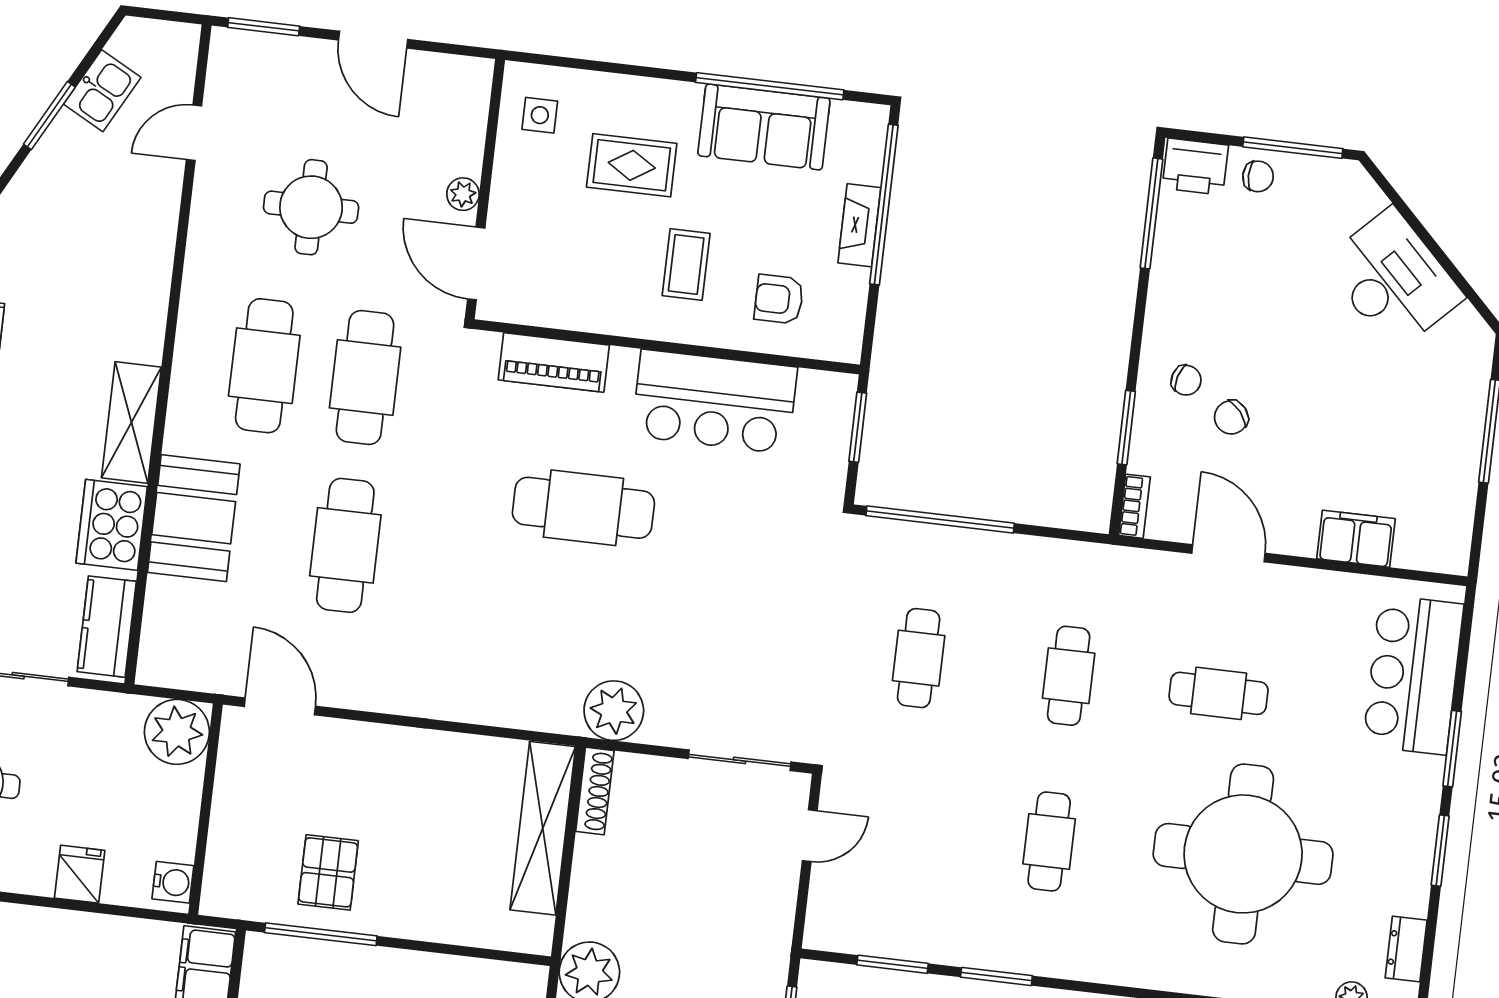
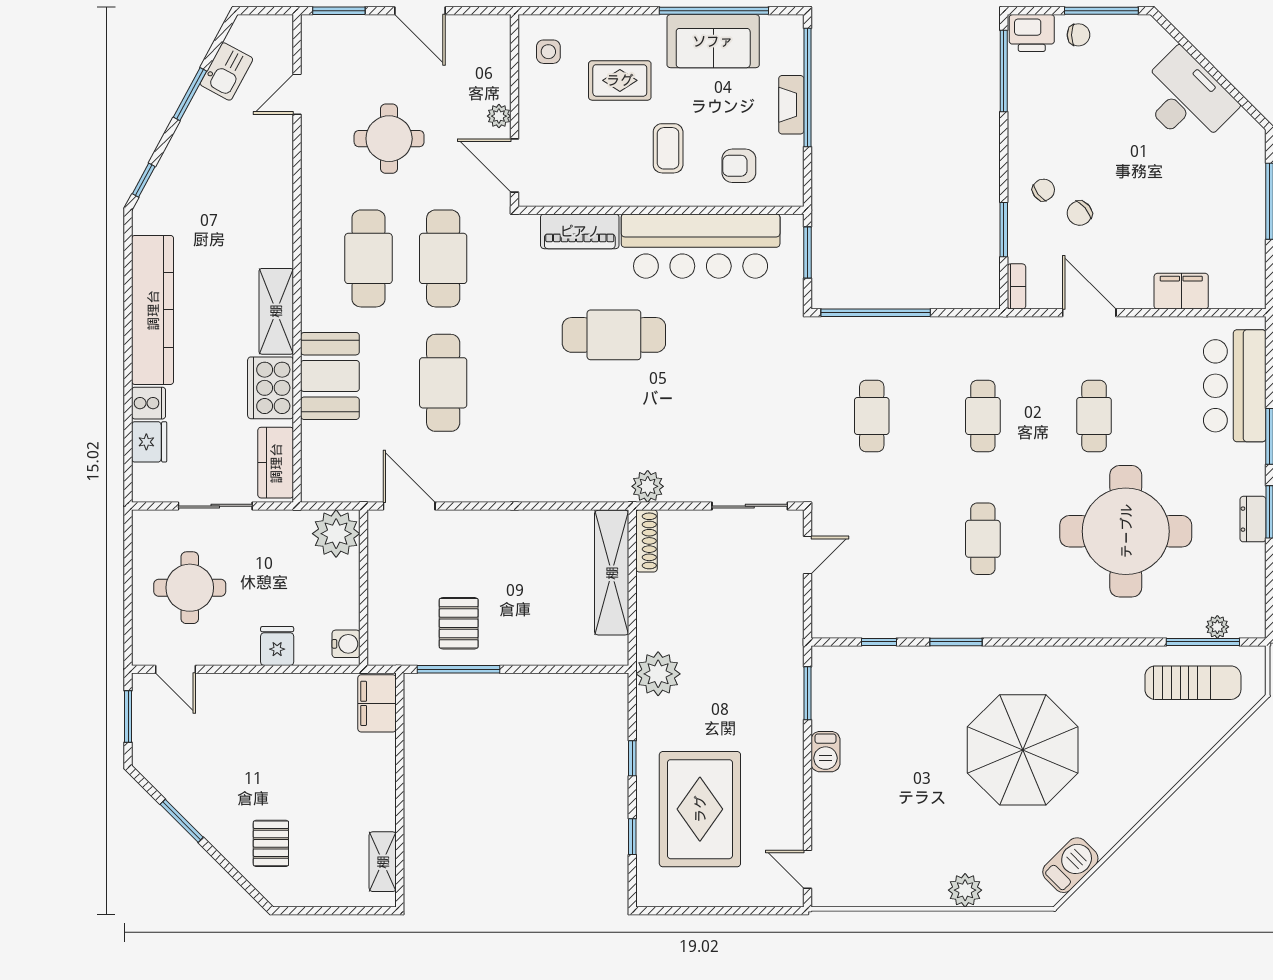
chair: (1186, 380) -> (1043, 190), turned -54
bar counter: (714, 402) -> (701, 246), width x1.36
cafe table: (1219, 693) -> (1094, 416), turned 90
plant: (614, 711) -> (648, 486), width x0.73, depth x0.73
dresser: (1406, 949) -> (1253, 519), moved
window: (892, 964) -> (879, 642), width x0.67

